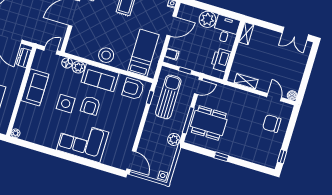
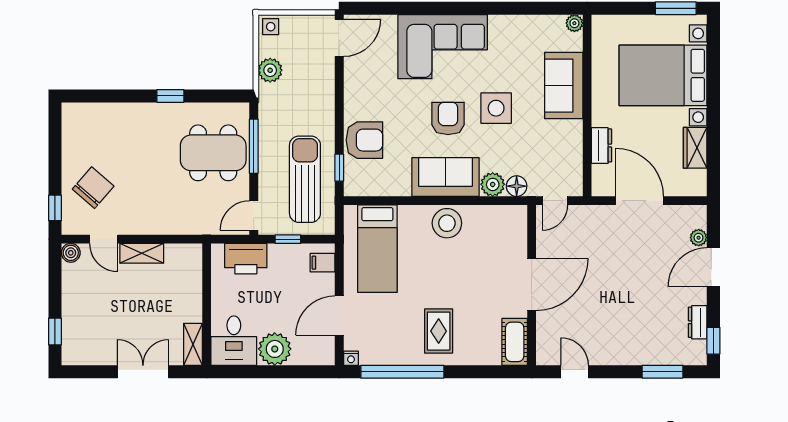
double door: (295, 34) -> (143, 372), moved
dresser: (24, 58) -> (602, 145), moved
printer: (221, 60) -> (246, 259), moved, turned 90
window: (311, 60) -> (55, 331), added
shelving: (246, 81) -> (142, 253), moved
sofa: (35, 87) -> (564, 86), moved
armchair: (133, 89) -> (364, 140), moved
sun lounger: (168, 97) -> (305, 179), turned 180
chair: (272, 124) -> (93, 188), turned -49
plant: (174, 139) -> (270, 70), moved
window: (282, 157) -> (55, 208), moved
door: (131, 160) -> (339, 38), swing flipped

